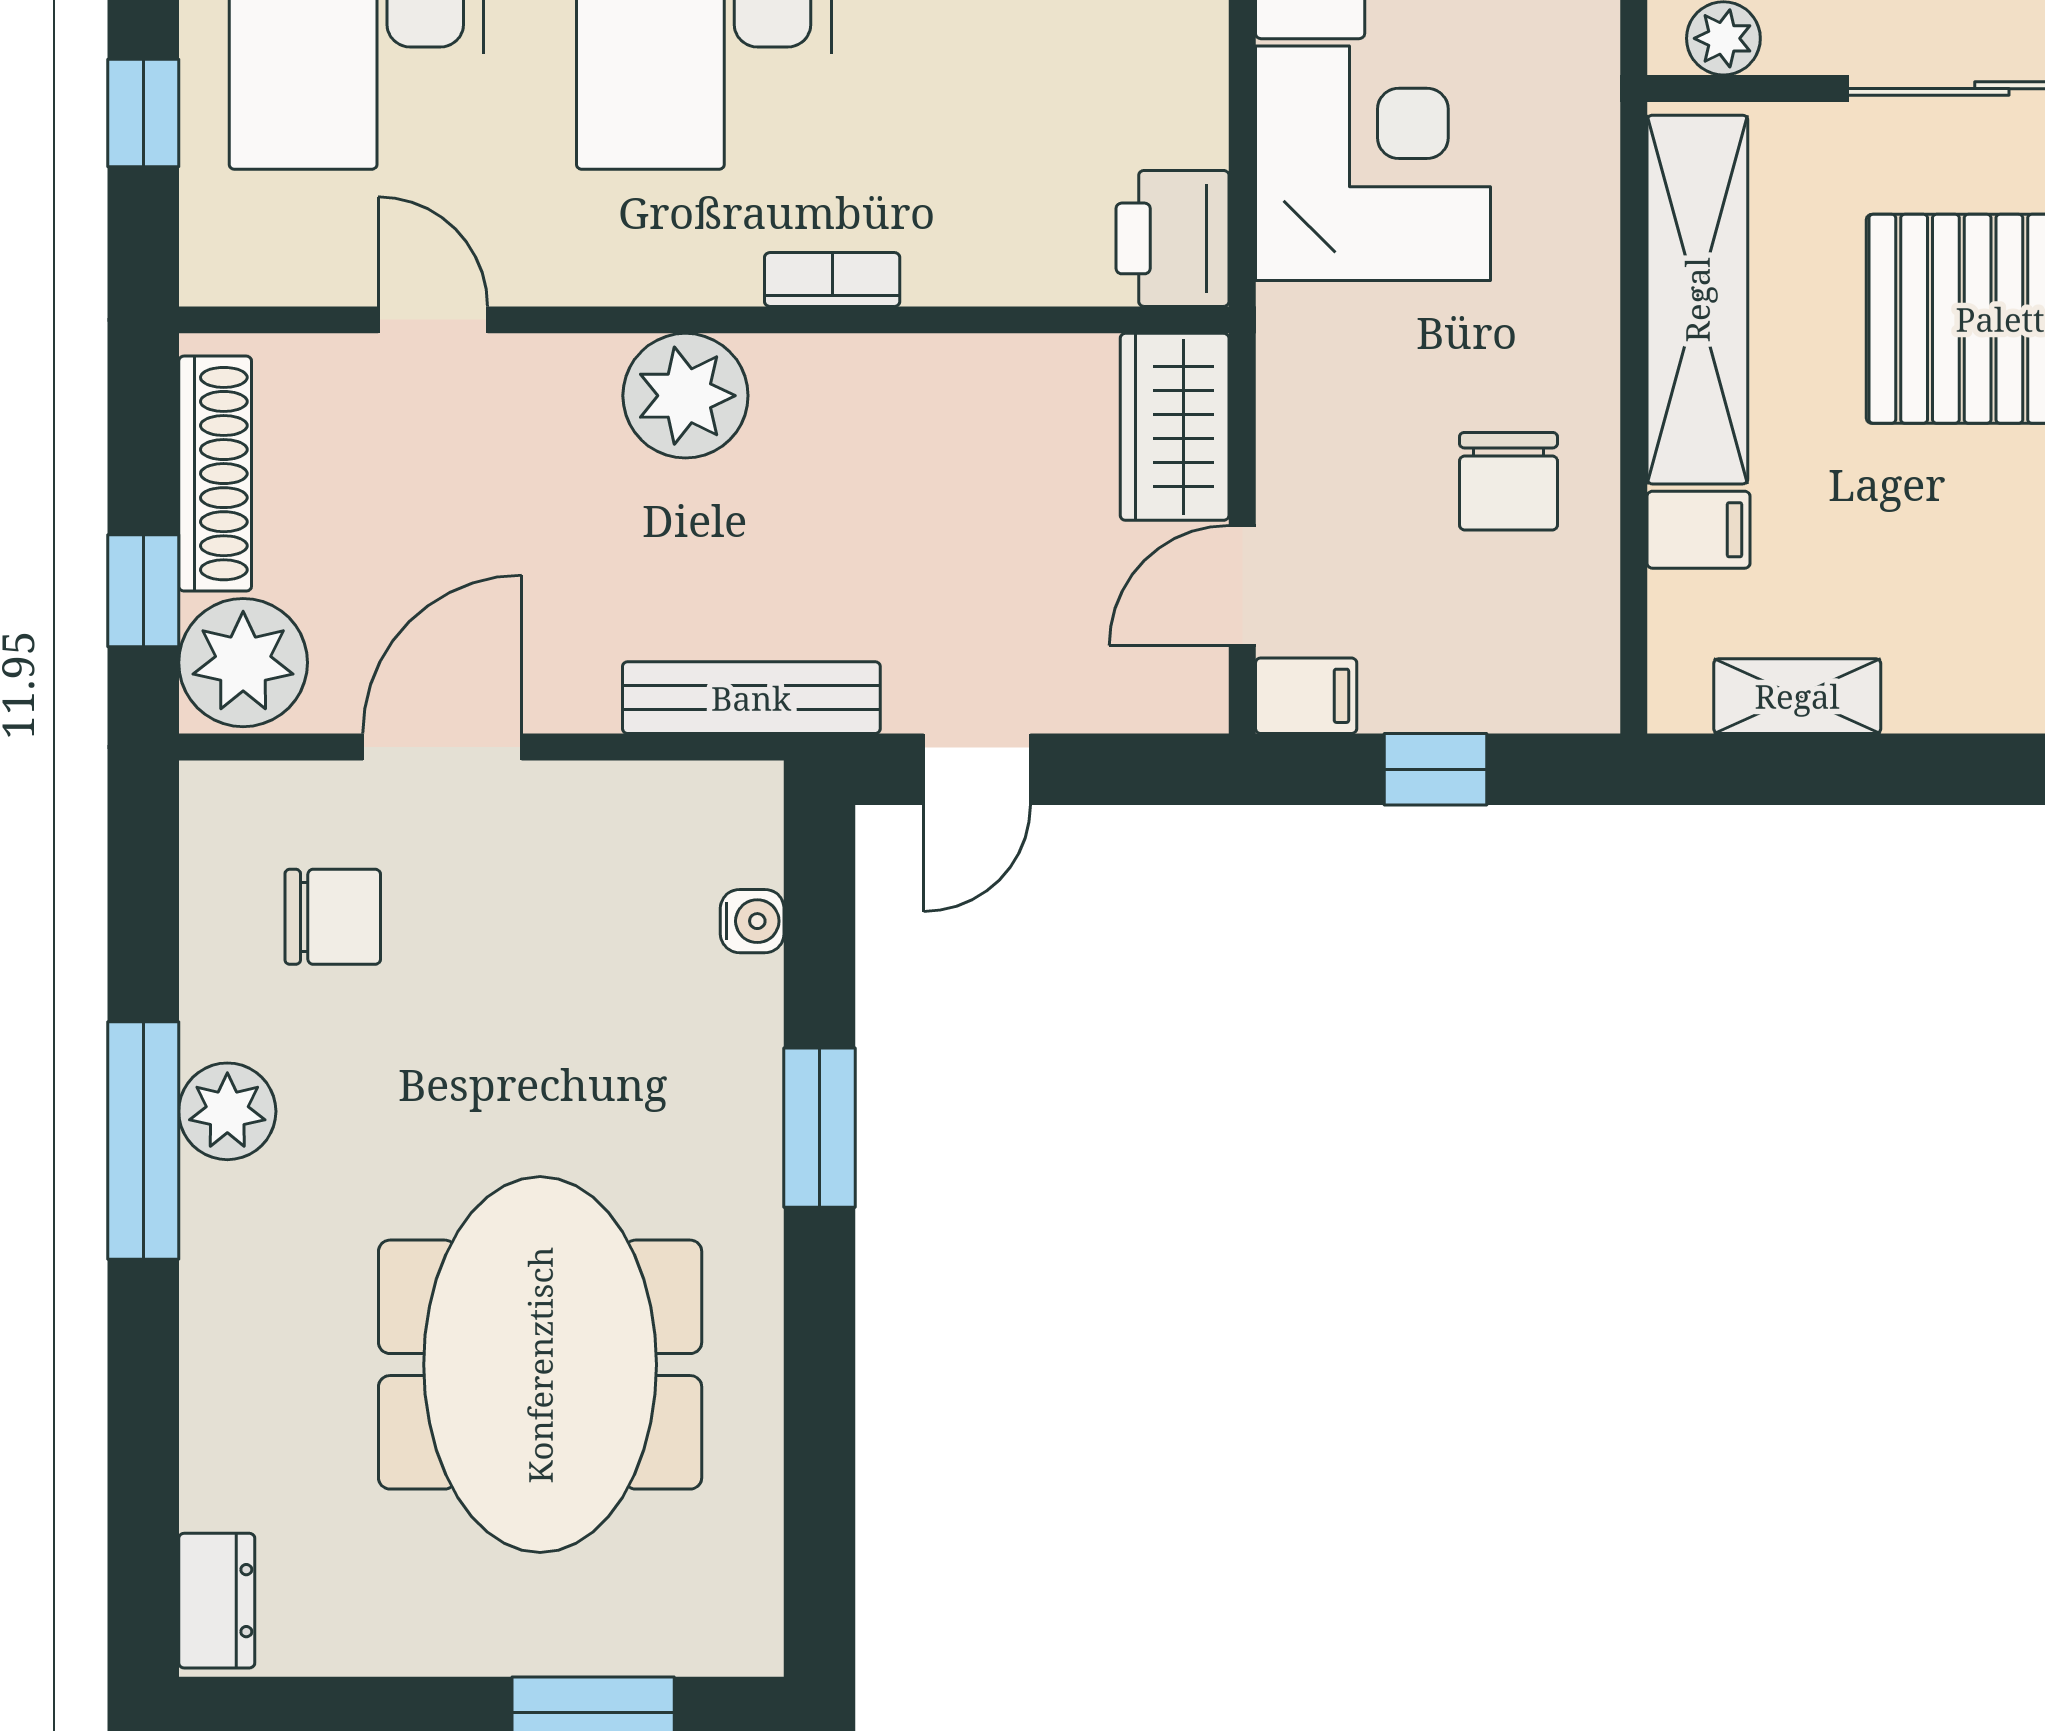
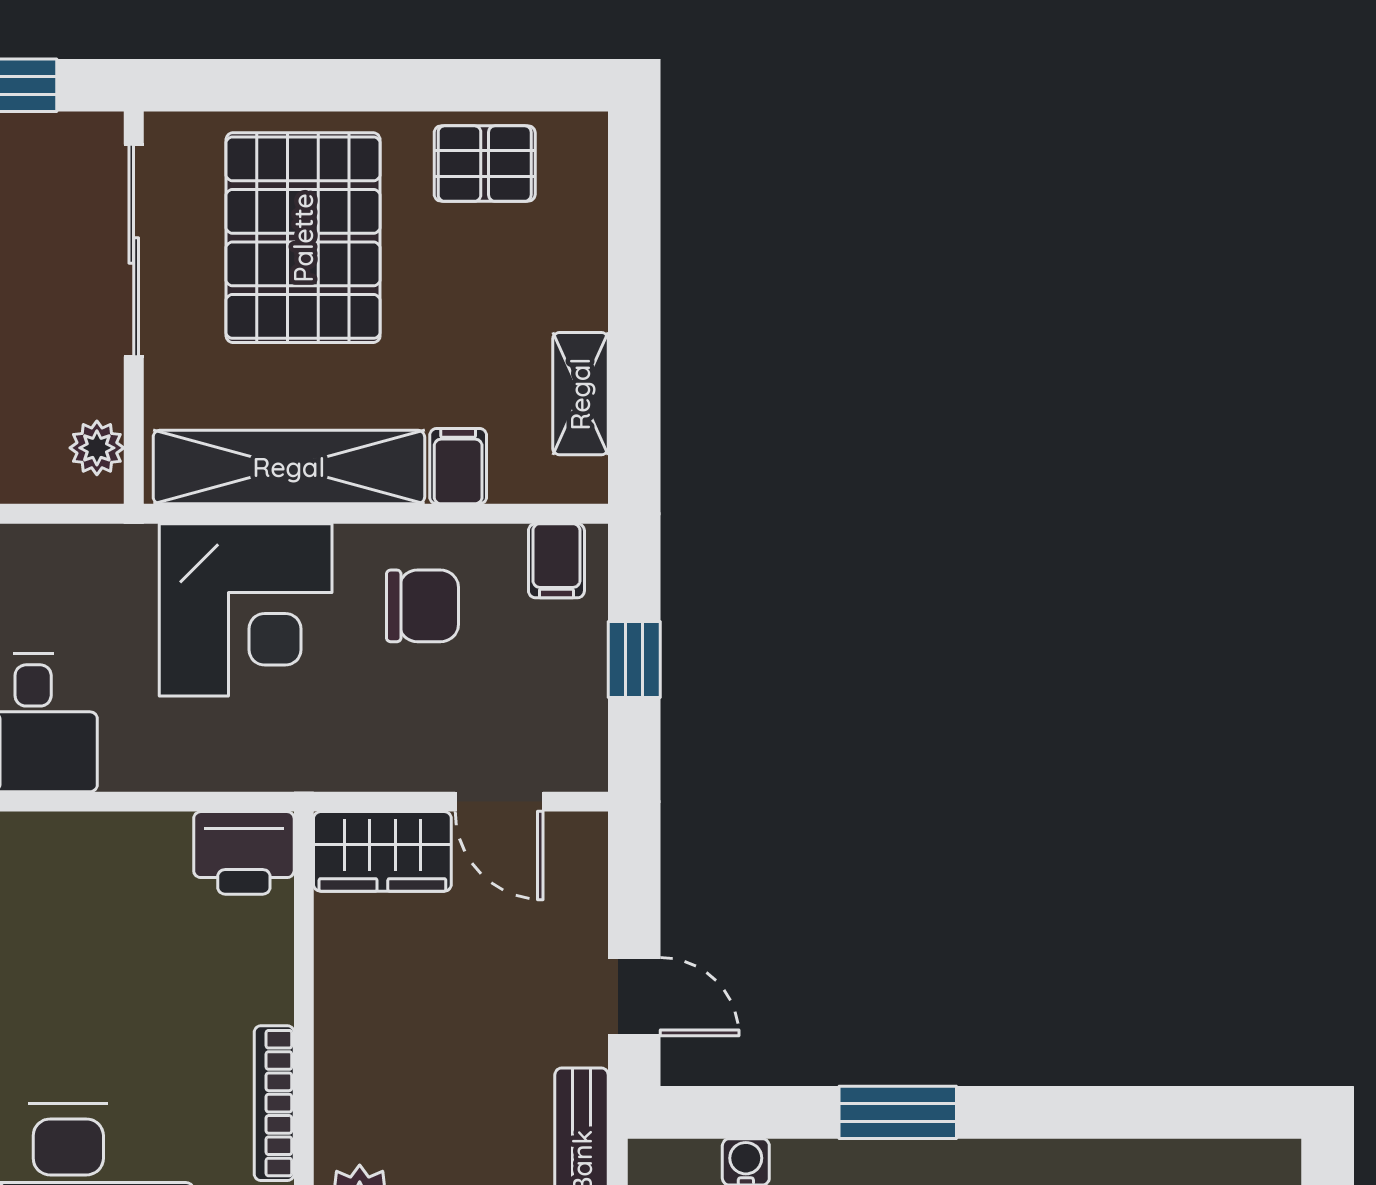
corner desk: (1373, 163) -> (246, 610), moved, turned 180
bookcase: (832, 280) -> (274, 1103), width x1.56
filing cabinet: (1306, 696) -> (556, 561), moved, turned 180

